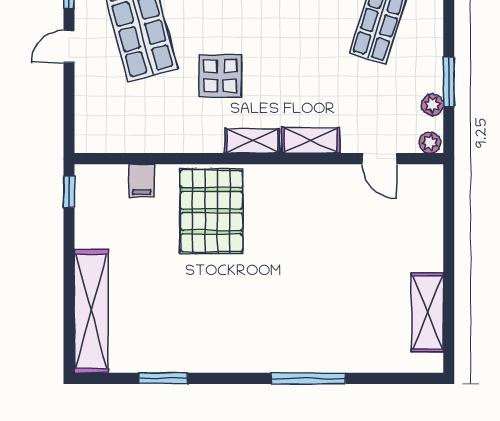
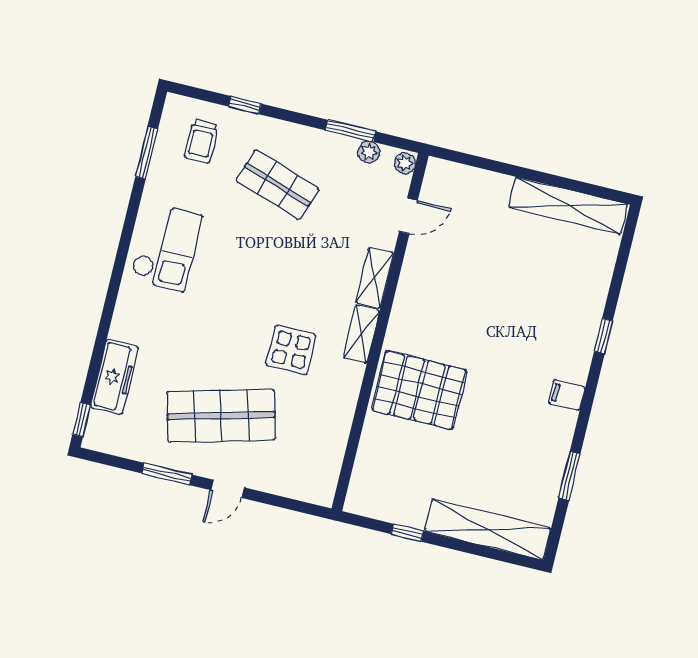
door: (69, 47) -> (227, 489), hinge flipped
filing cabinet: (142, 181) -> (567, 395), moved, turned 180
window: (69, 192) -> (407, 533), moved
shelving: (427, 313) -> (568, 206), width x1.47
window: (308, 378) -> (603, 336), width x0.46

